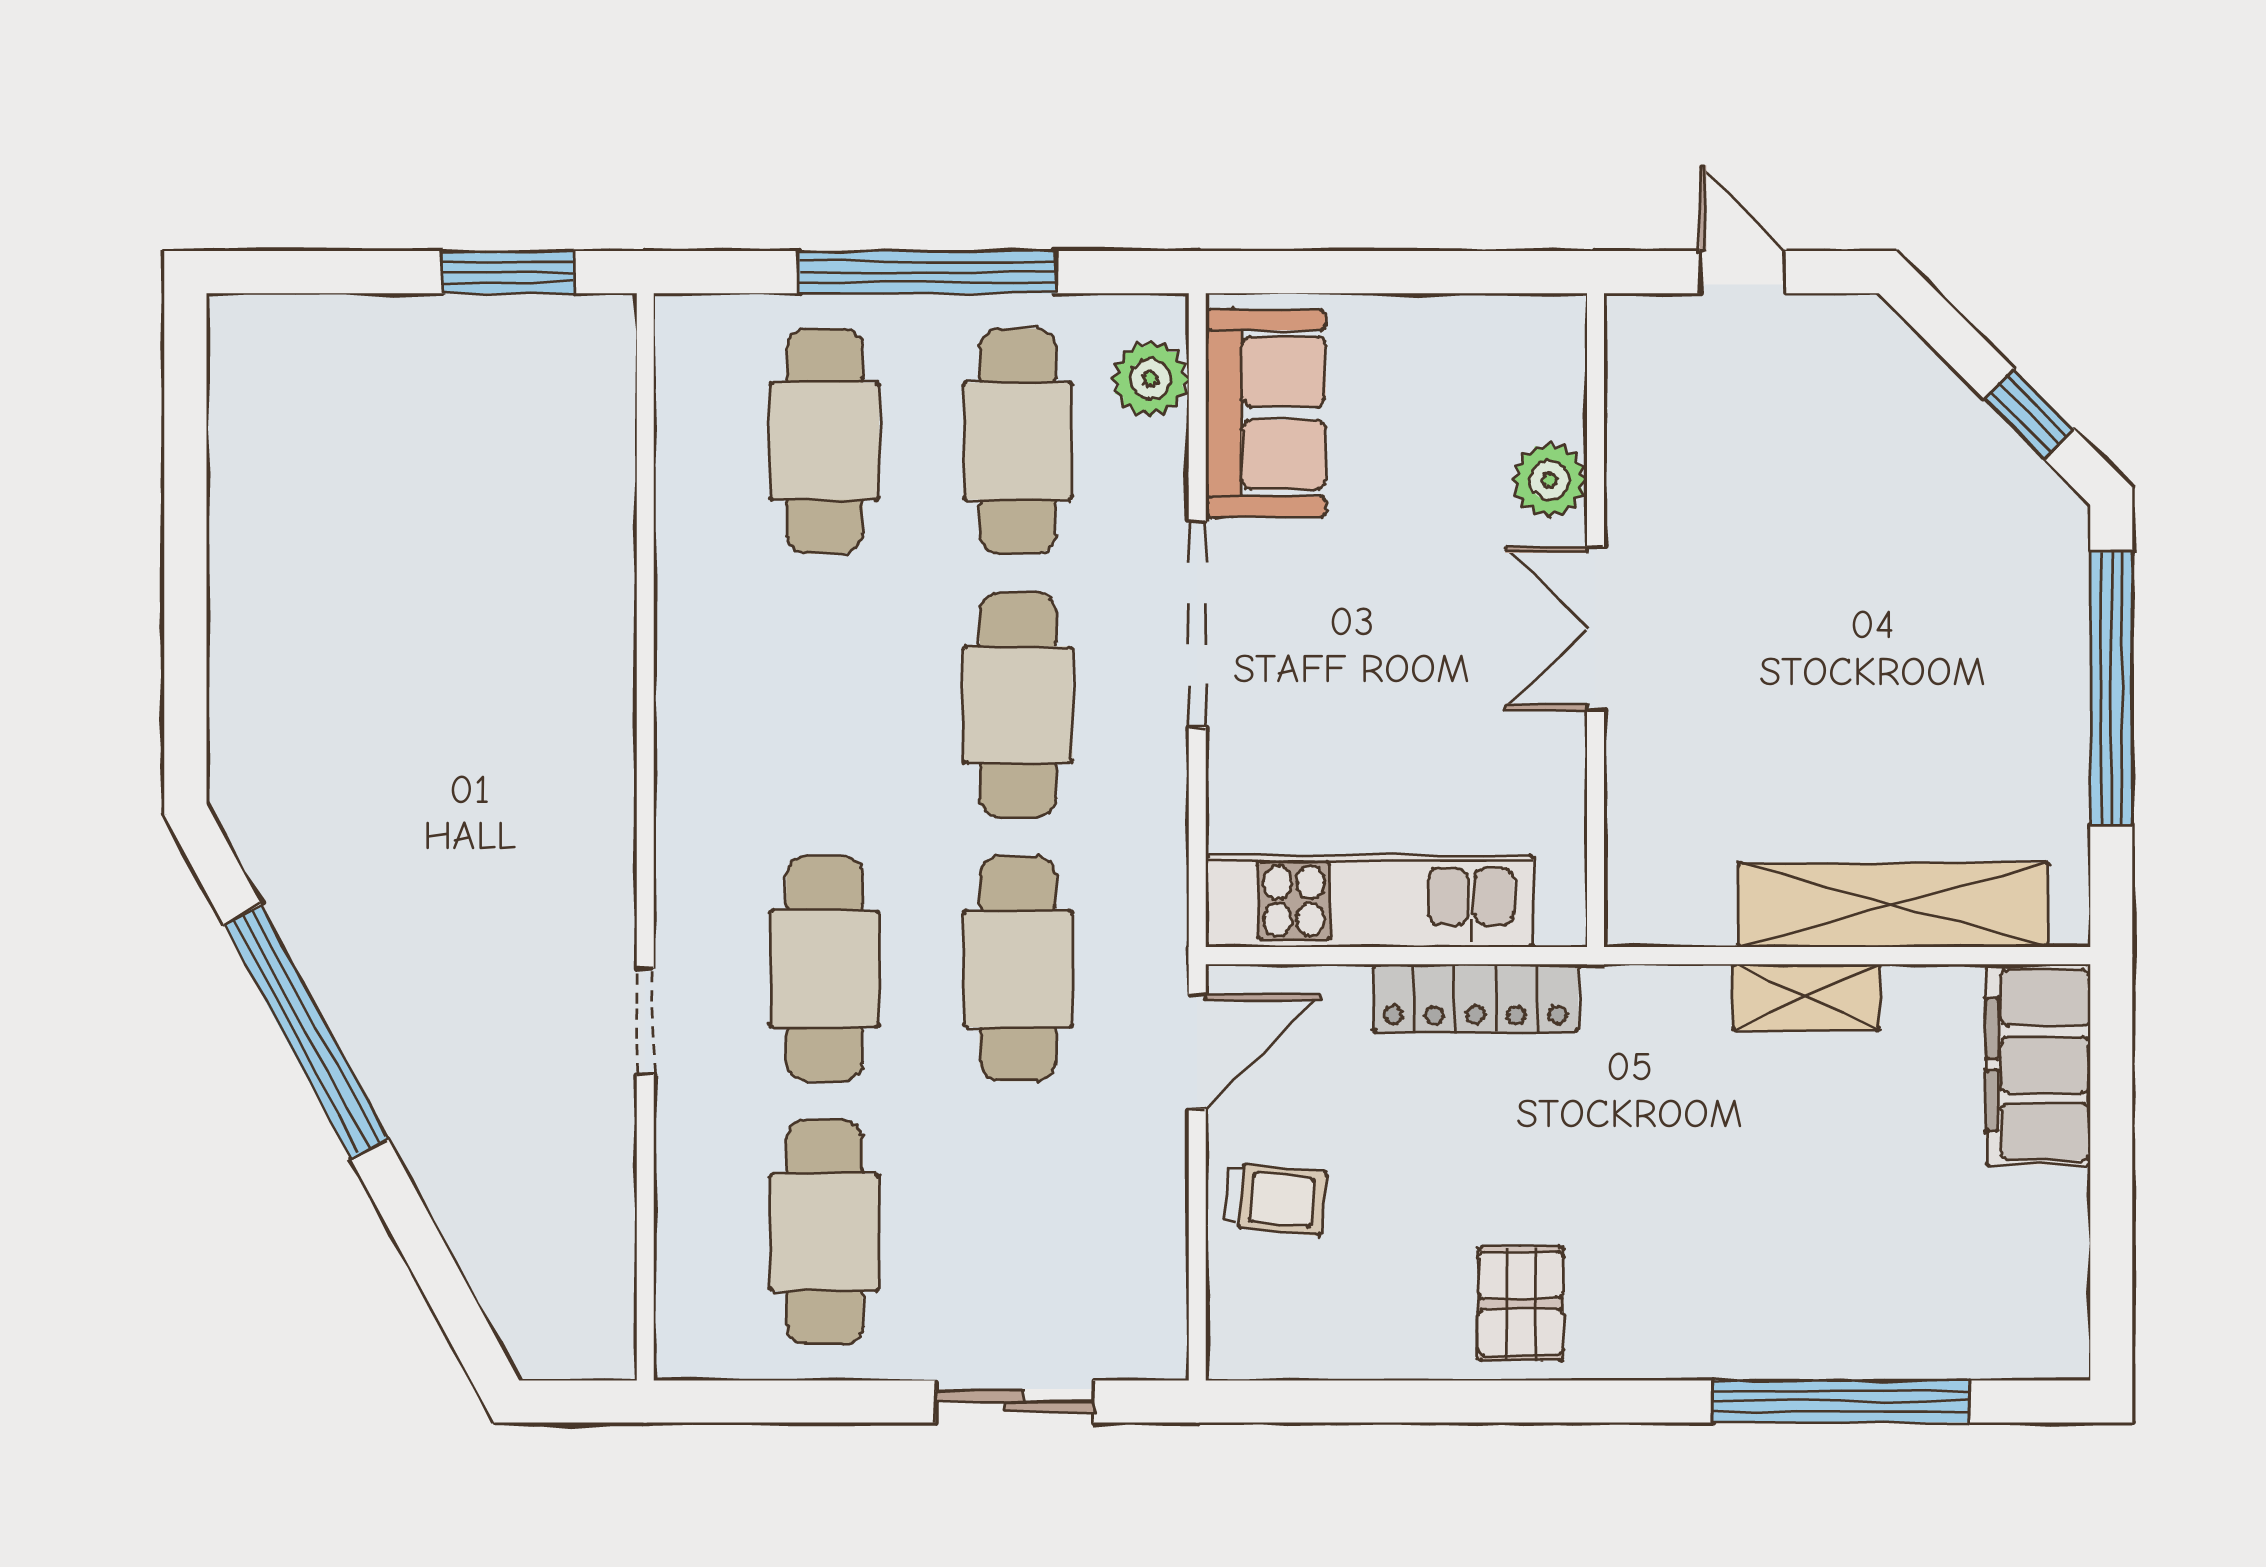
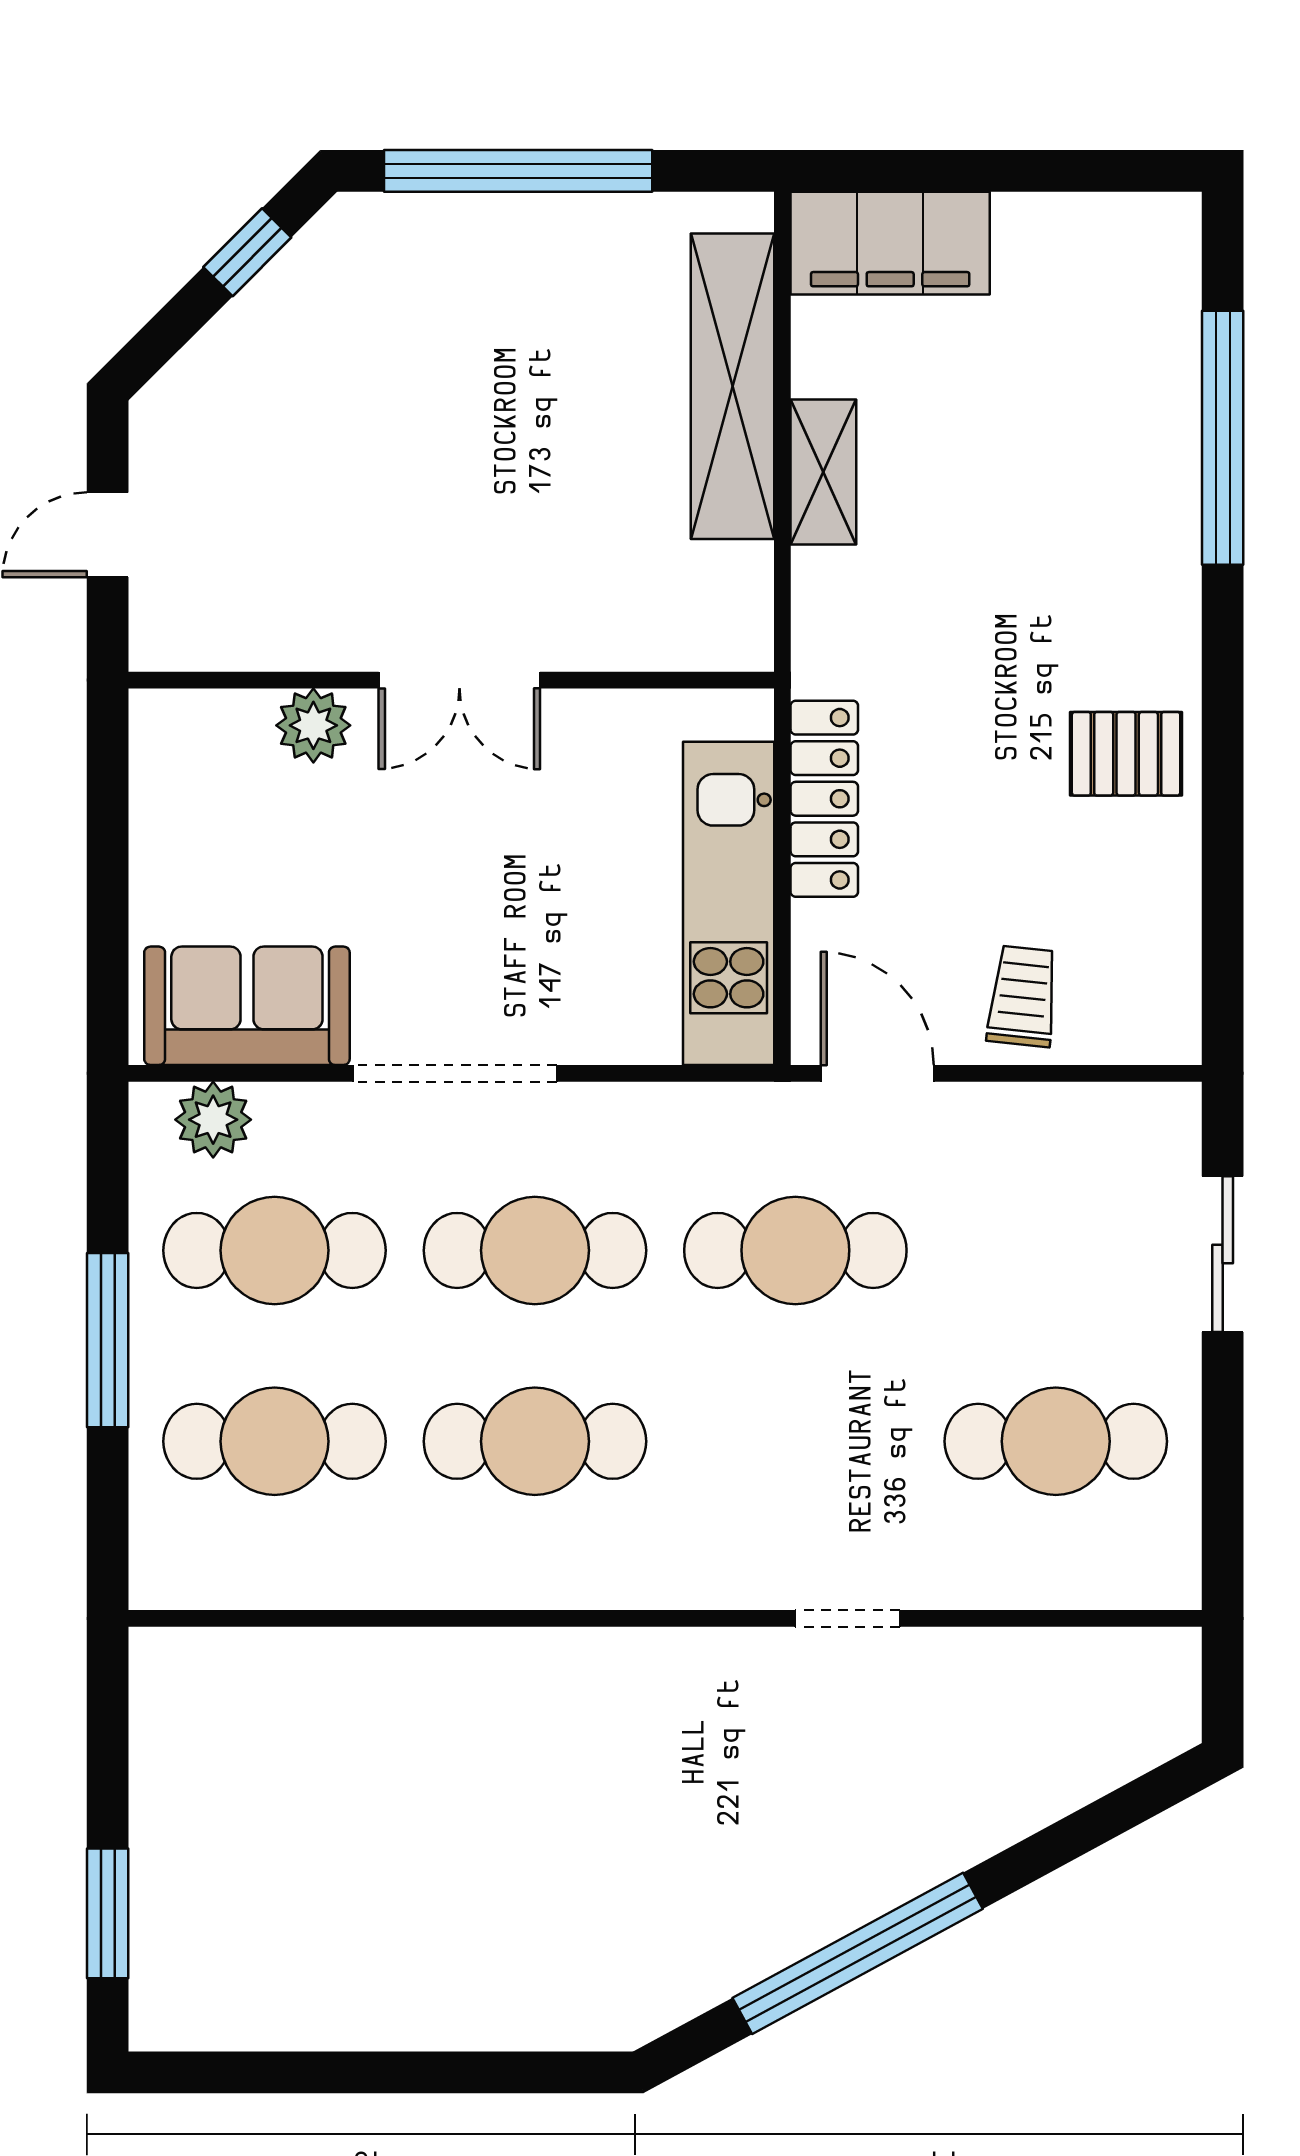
window: (508, 272) -> (108, 1913), moved
window: (927, 272) -> (108, 1340), width x0.68
cafe table: (825, 969) -> (535, 1441), moved

